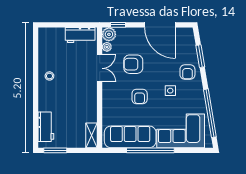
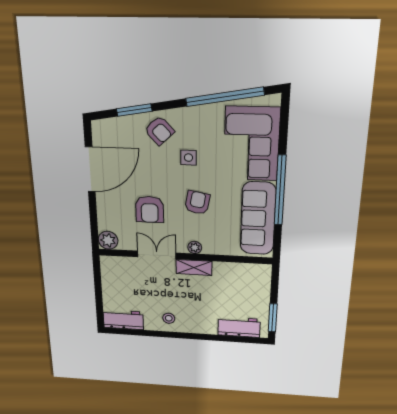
window: (118, 25) -> (94, 228), removed
workbench: (80, 35) -> (123, 320), moved, turned -90
plant: (107, 47) -> (195, 247), moved
armchair: (187, 72) -> (159, 131), turned 47
armchair: (140, 96) -> (197, 203), turned -80
shelving: (92, 135) -> (194, 267), moved

